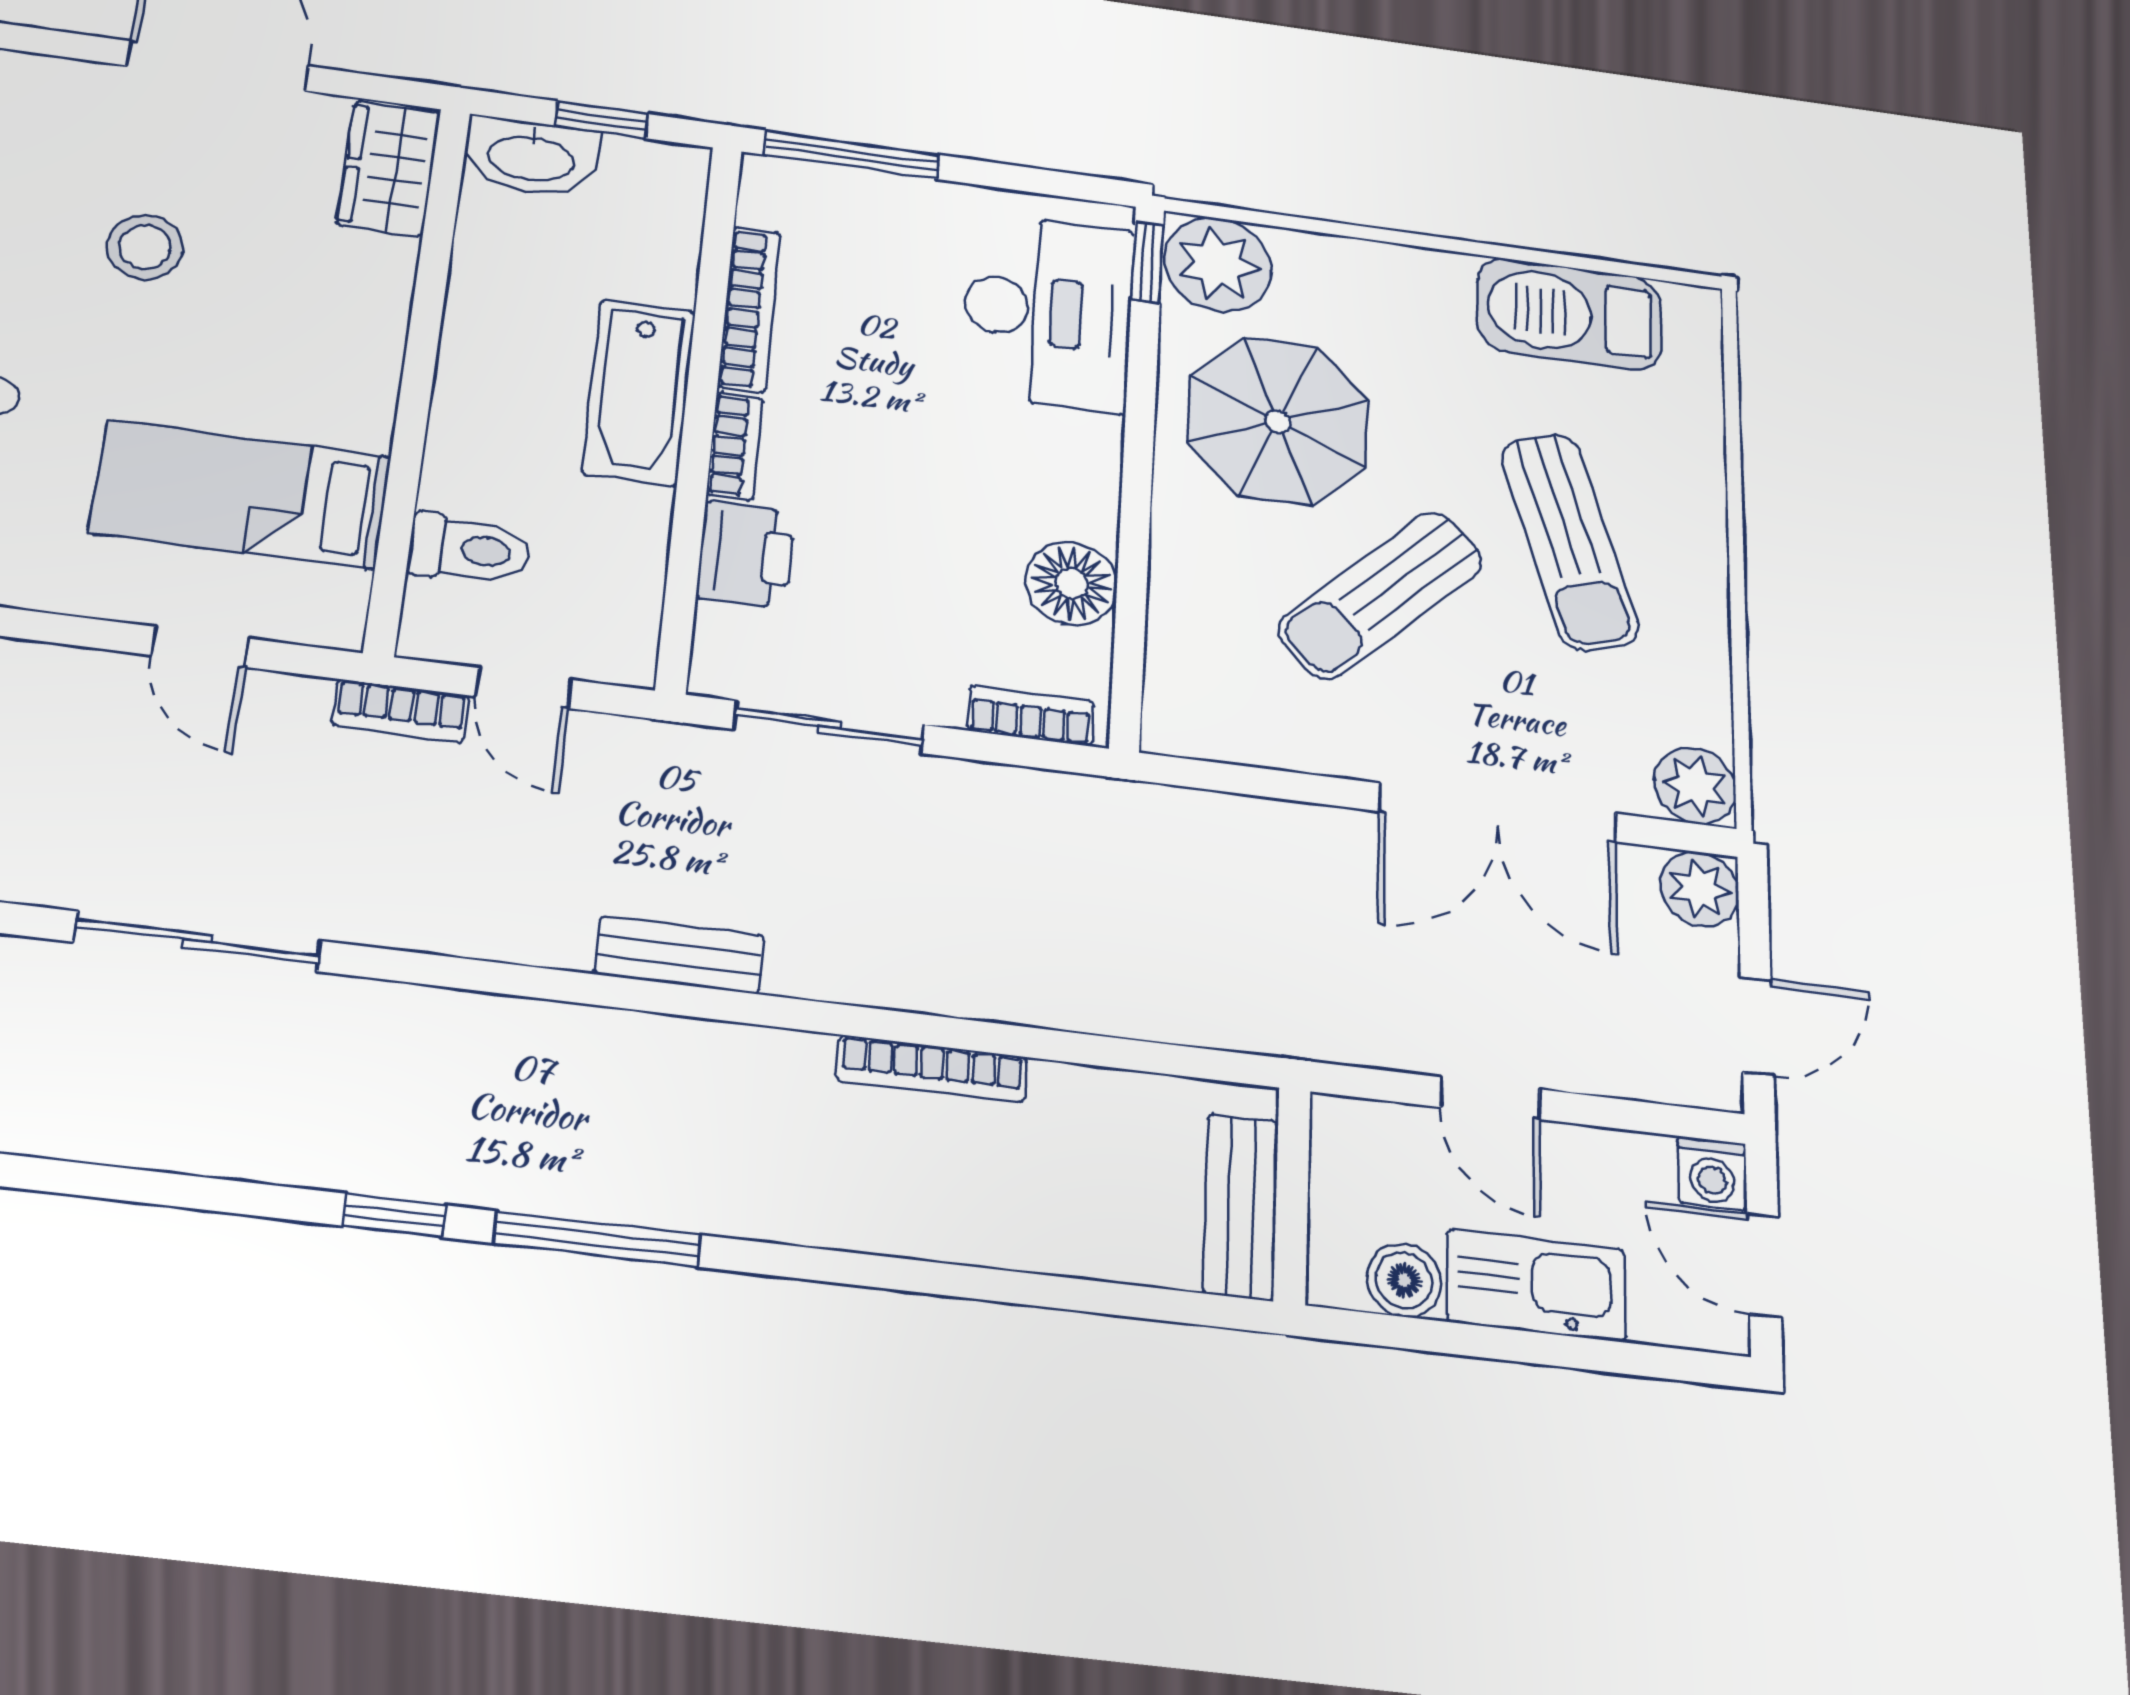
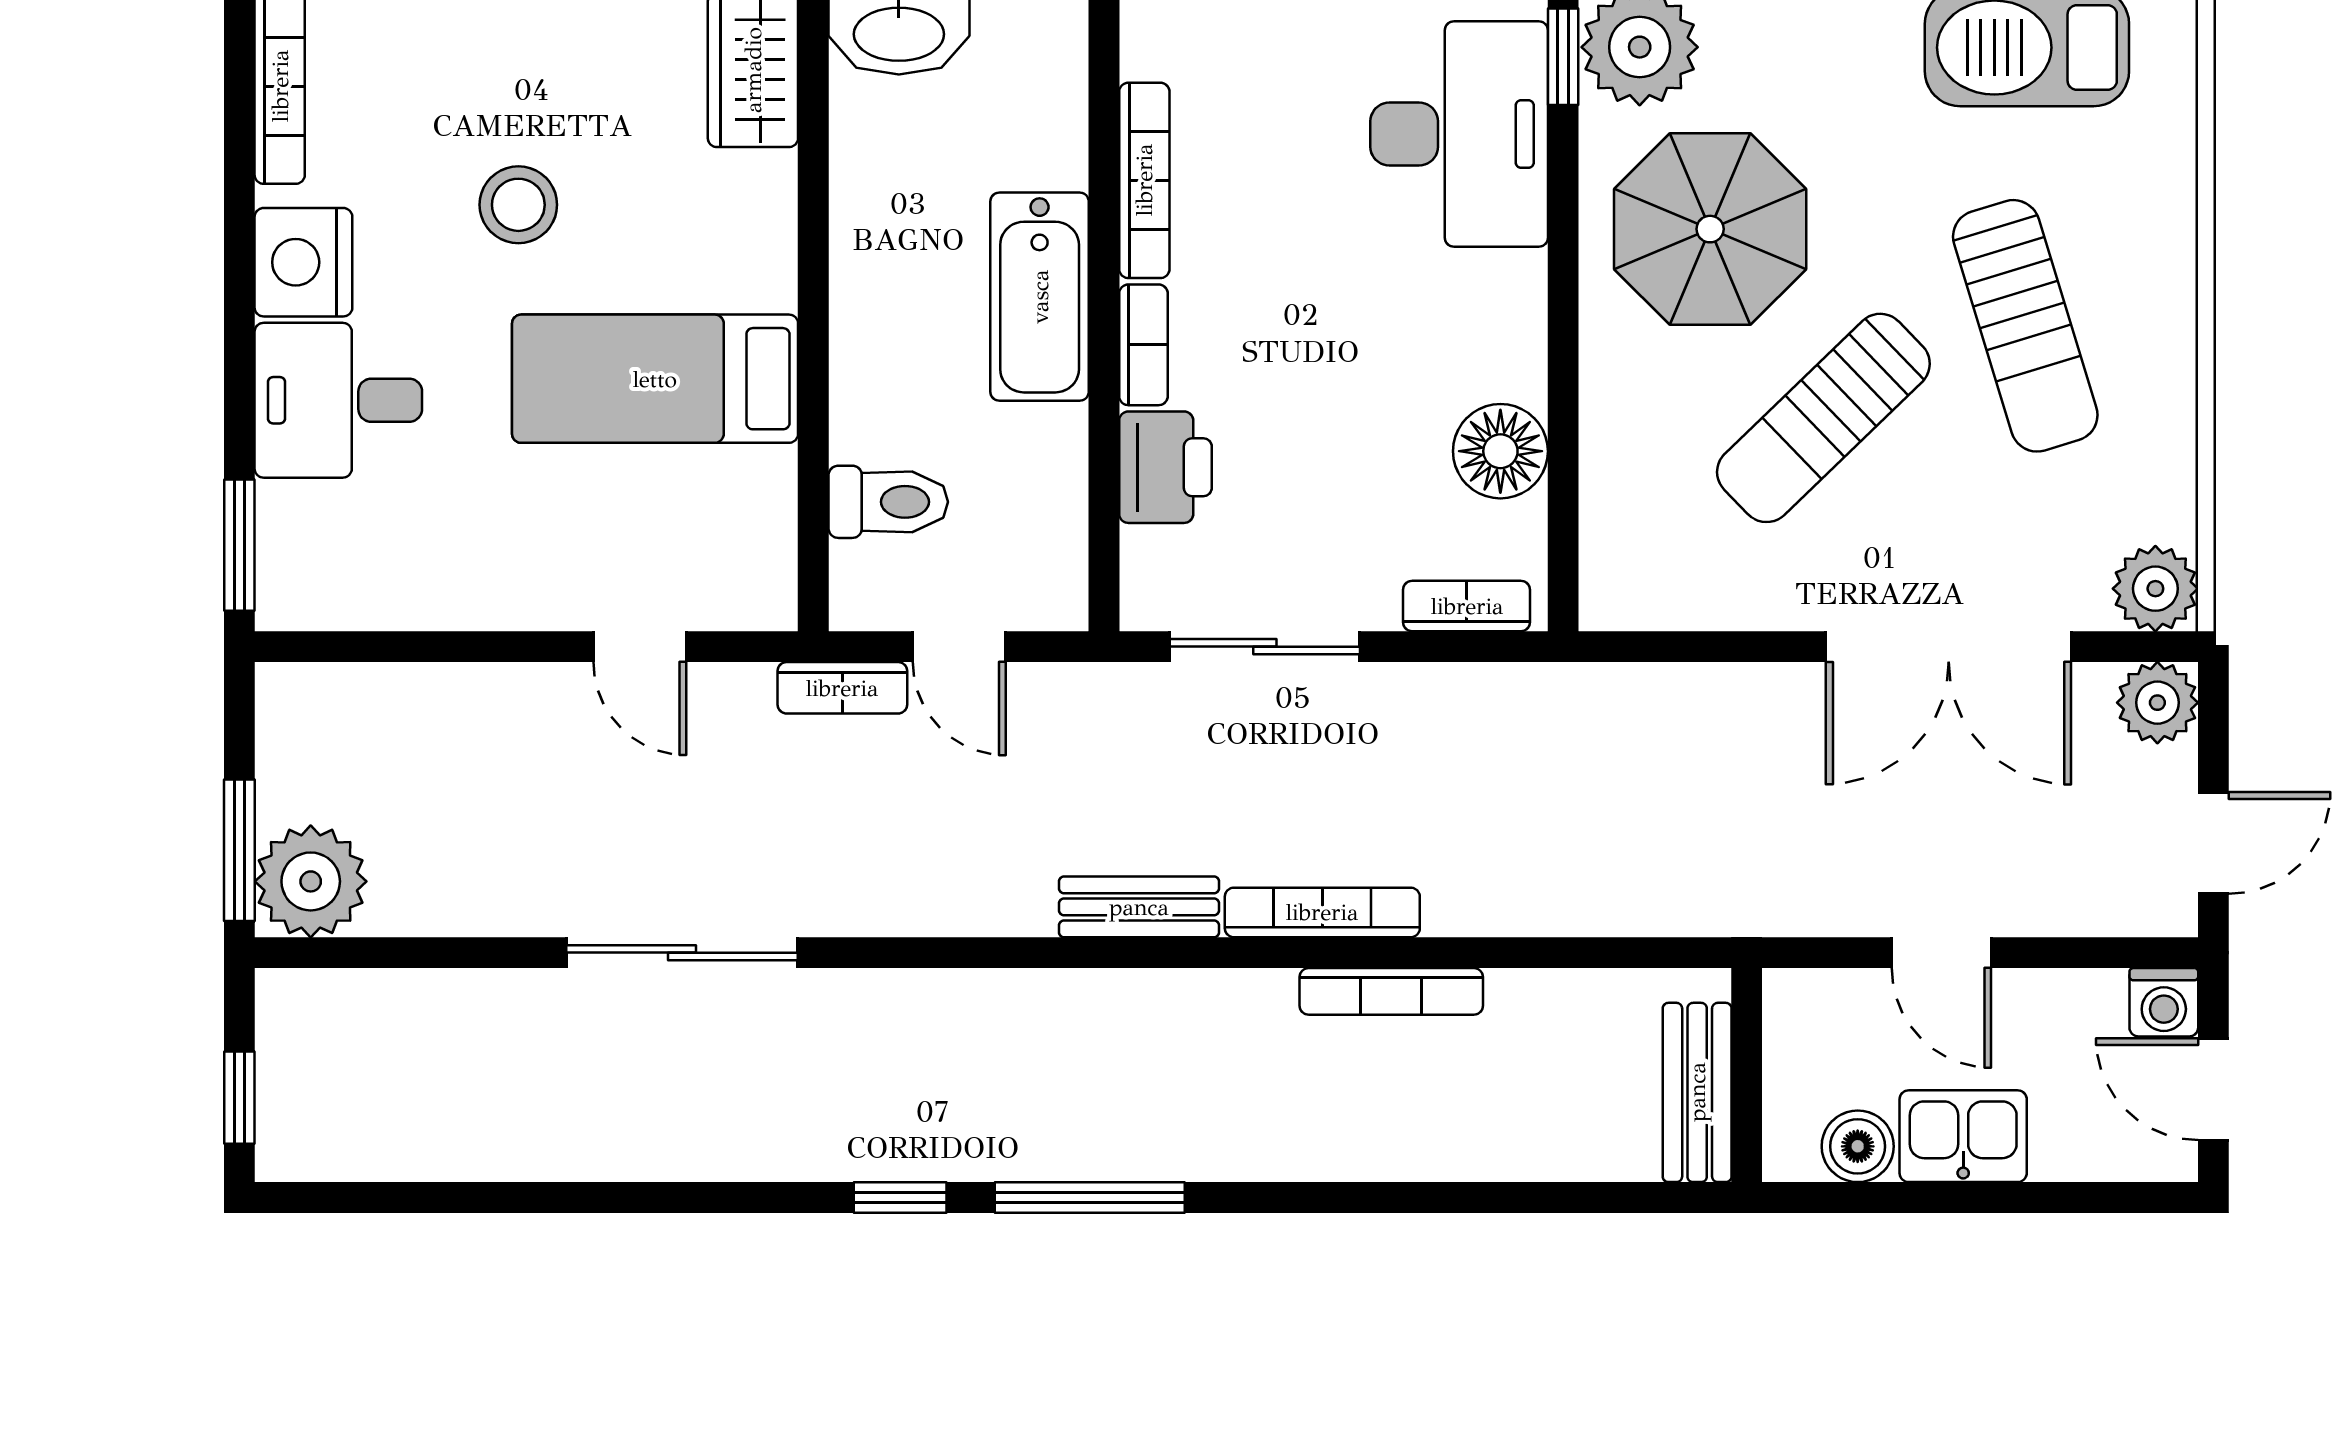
bed: (241, 494) -> (655, 379), moved
bookcase: (867, 983) -> (1322, 912), added
kitchen sink: (1536, 1285) -> (1963, 1136), width x0.73

